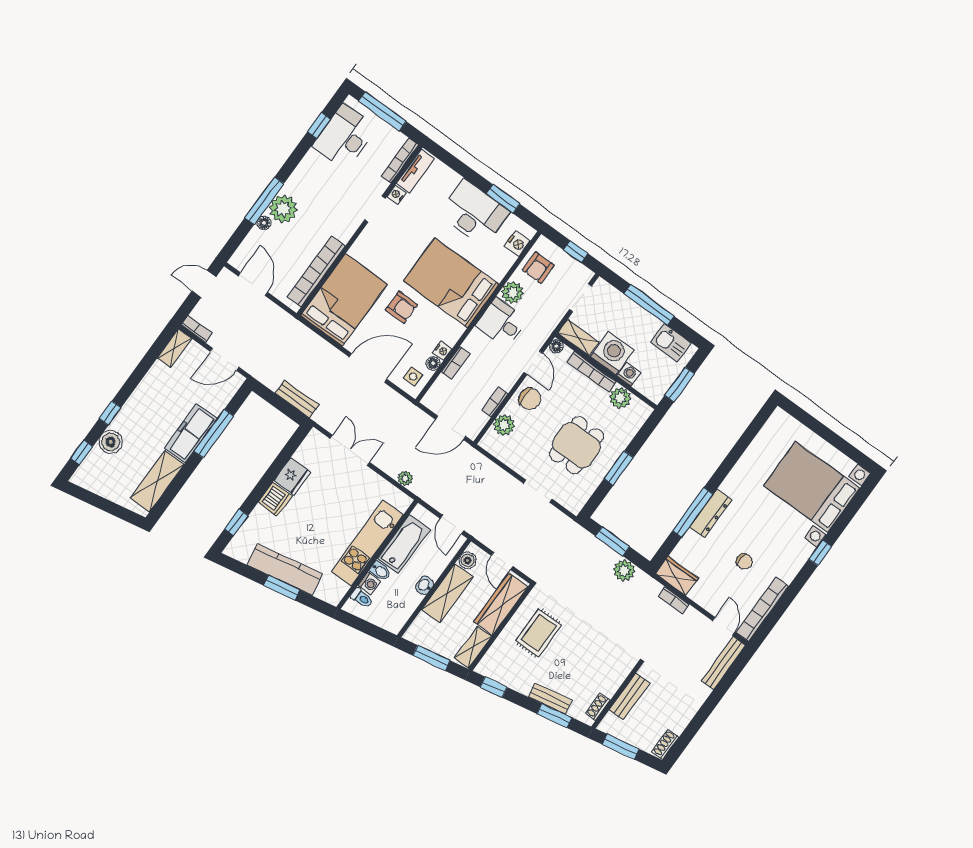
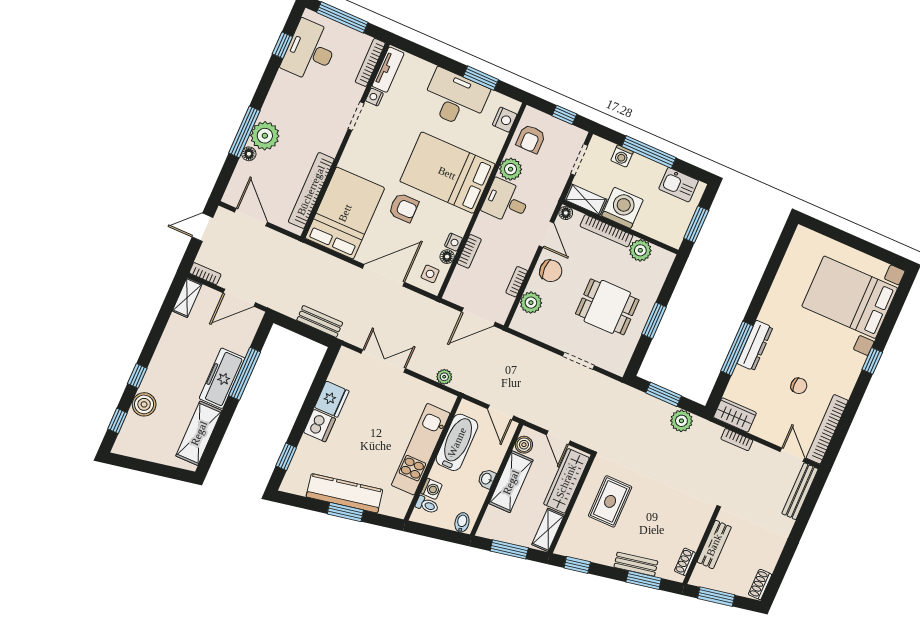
washing machine: (629, 374) -> (622, 156), moved, turned 180
dining table: (577, 445) -> (607, 307), turned 90
bidet: (380, 571) -> (462, 522), moved, turned -101

